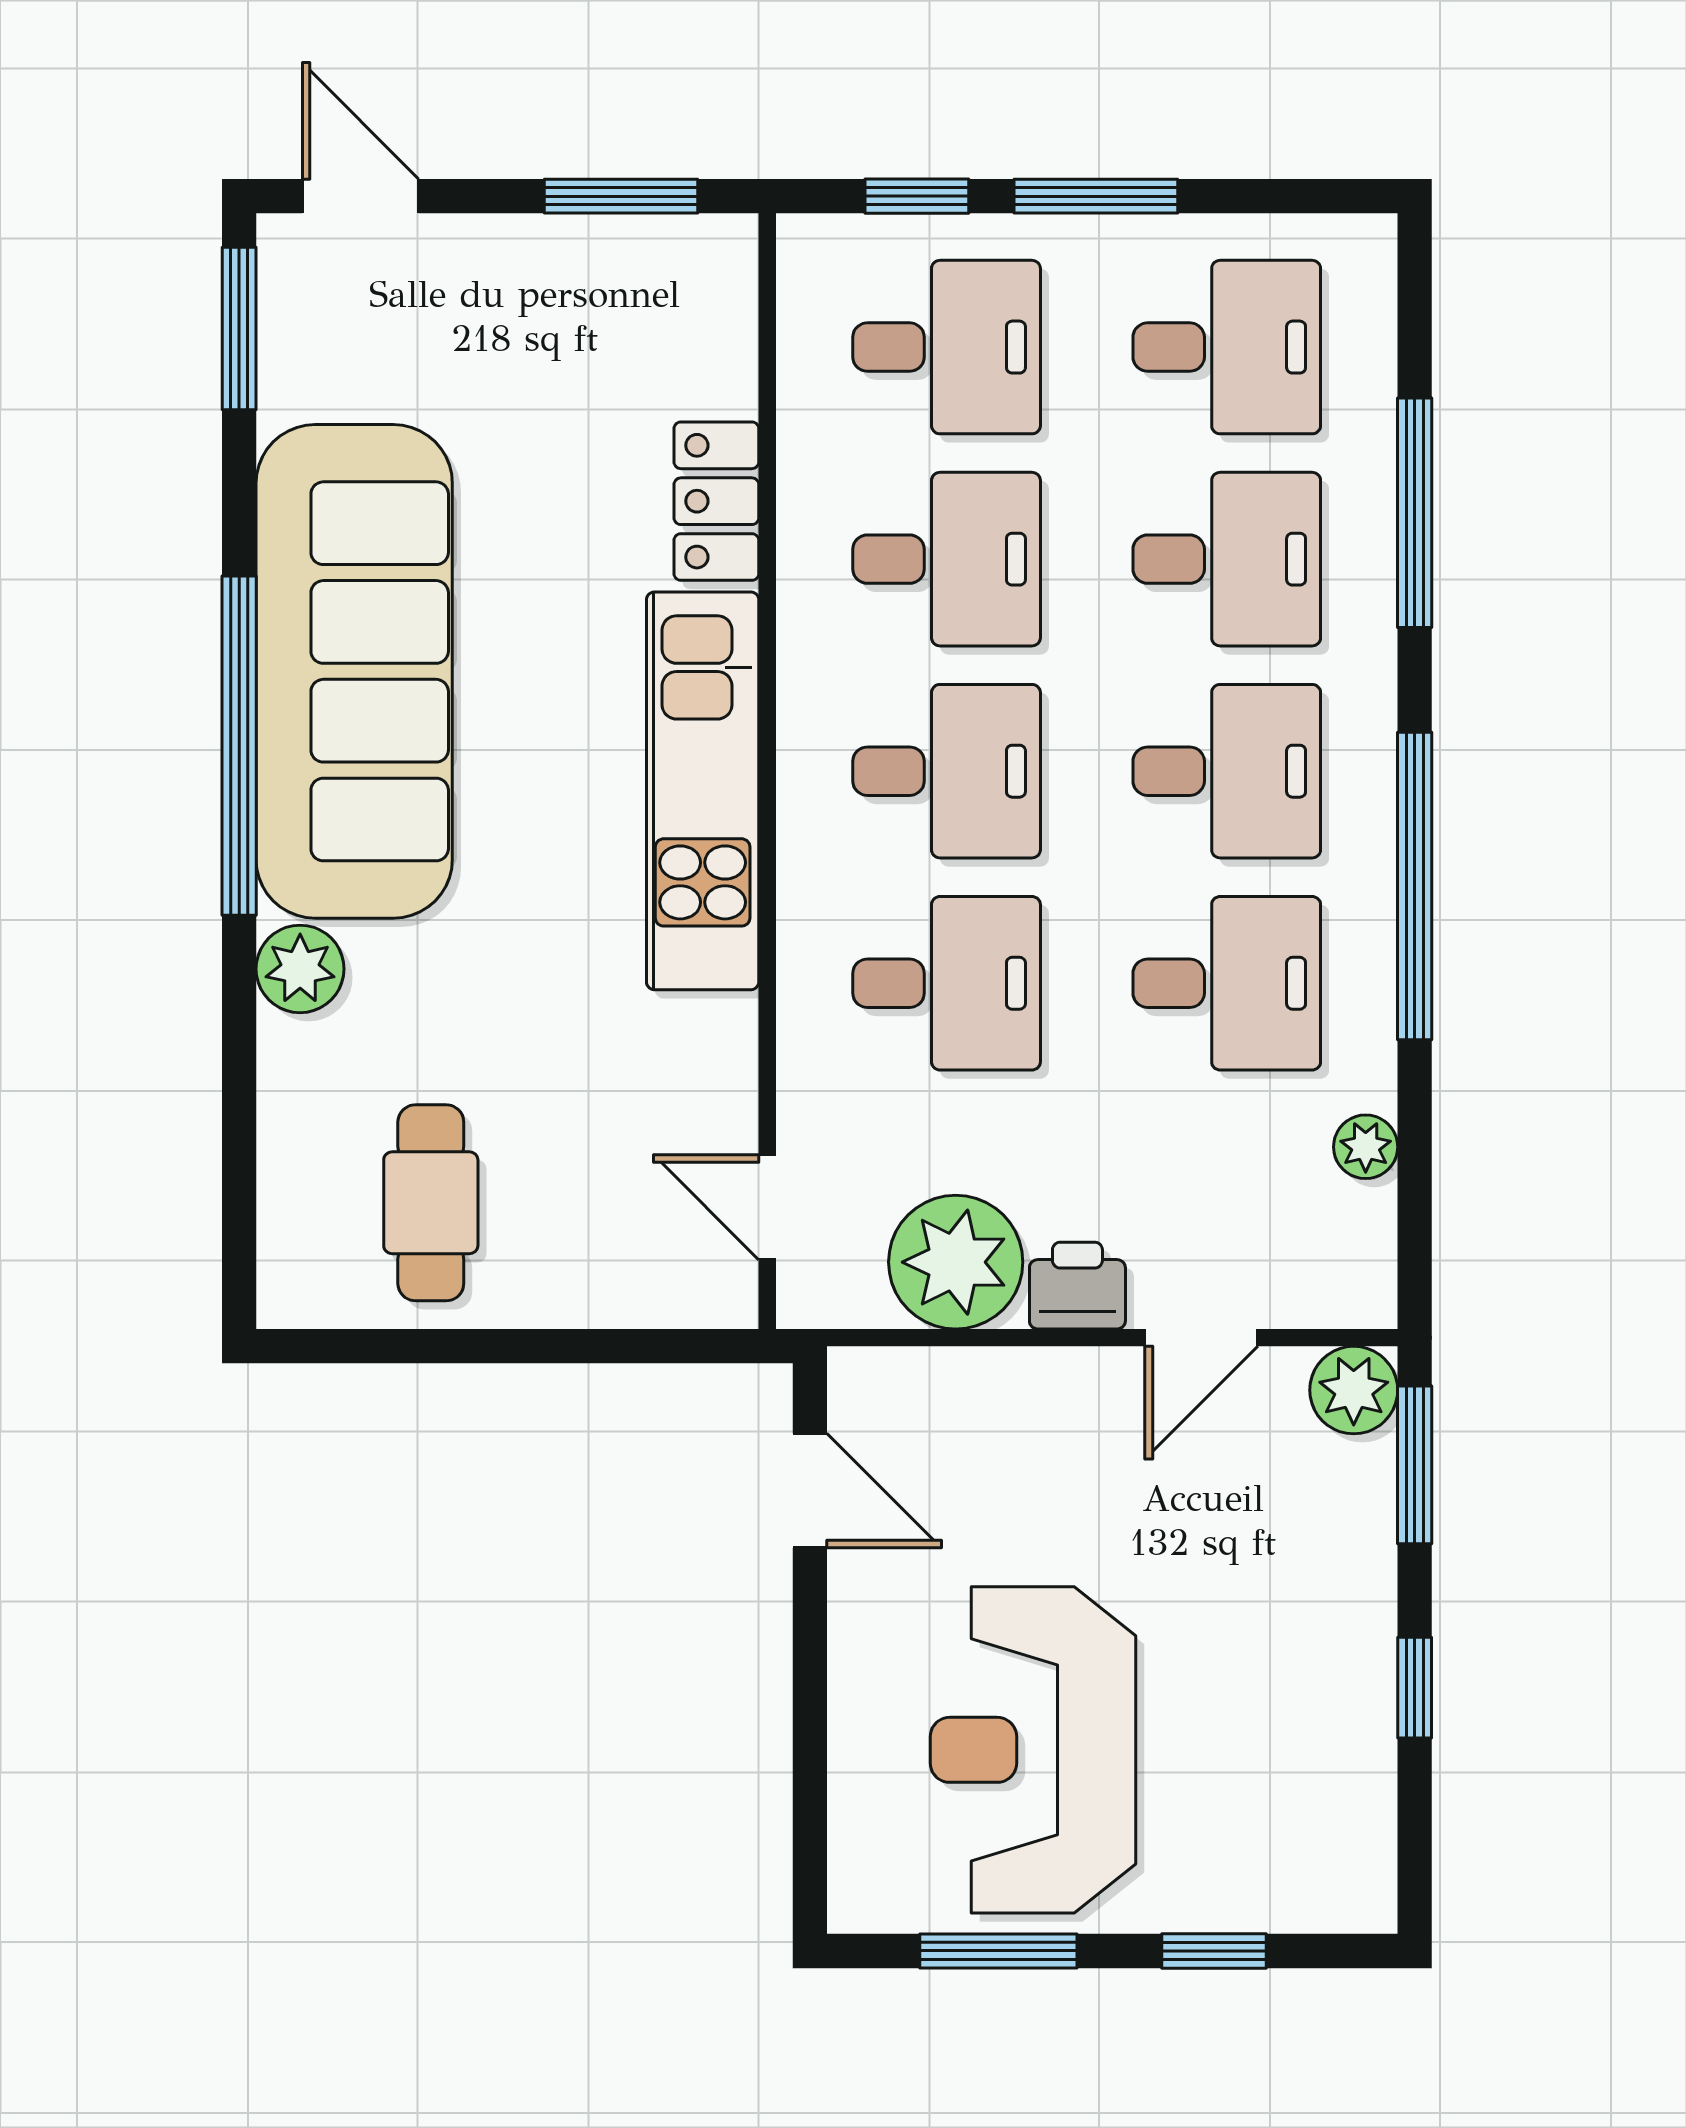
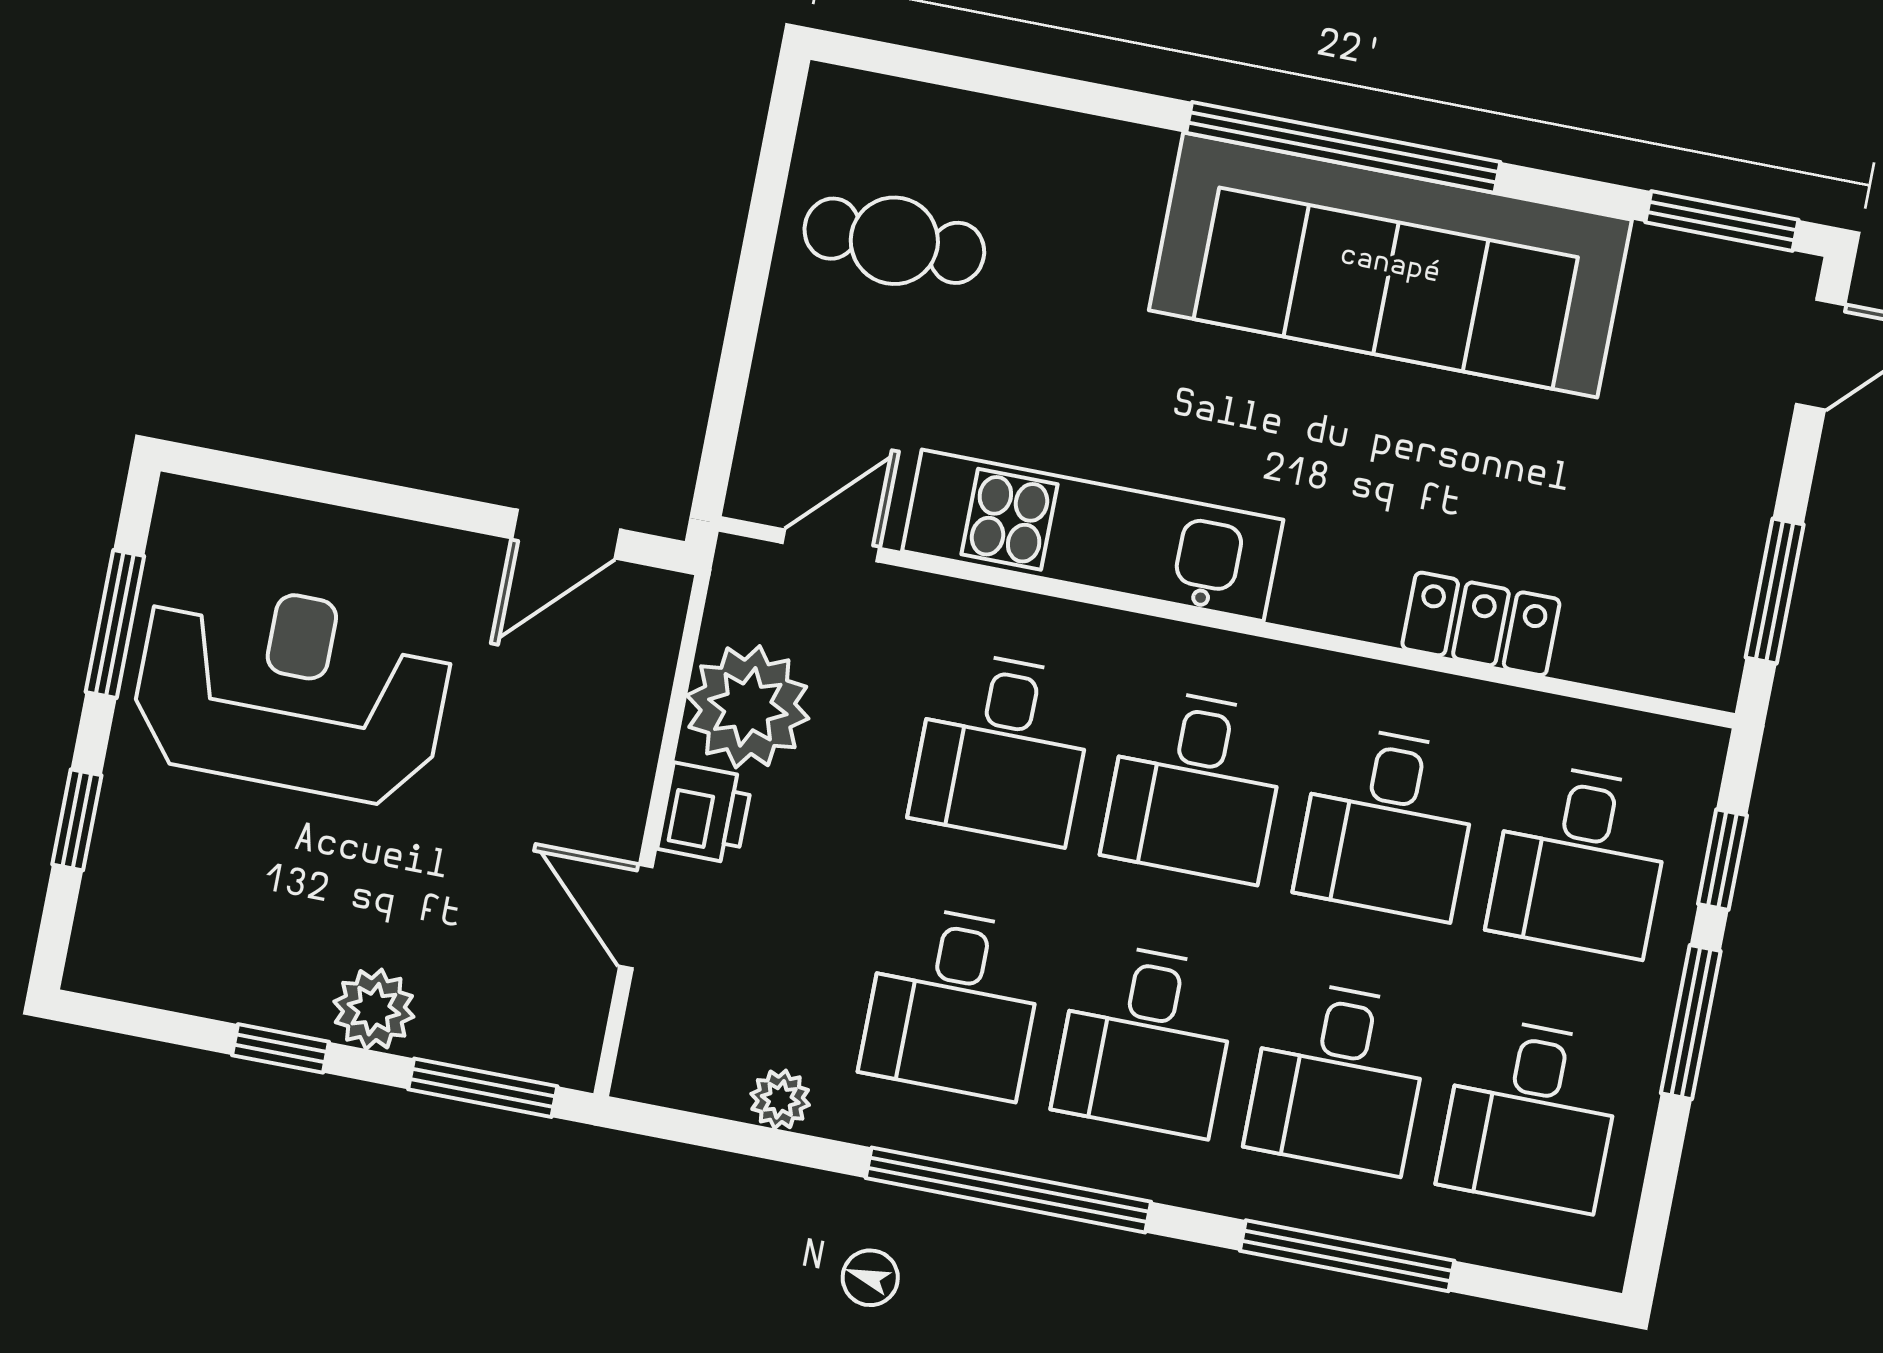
kitchen unit: (703, 791) -> (1093, 535), moved
plant: (300, 969) -> (1130, 163), removed
plant: (1354, 1390) -> (374, 1009), moved

